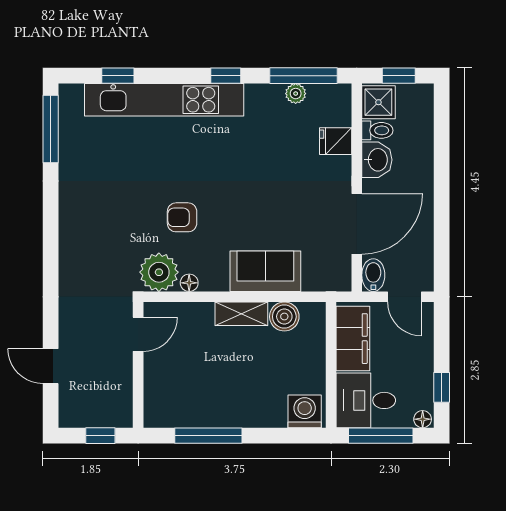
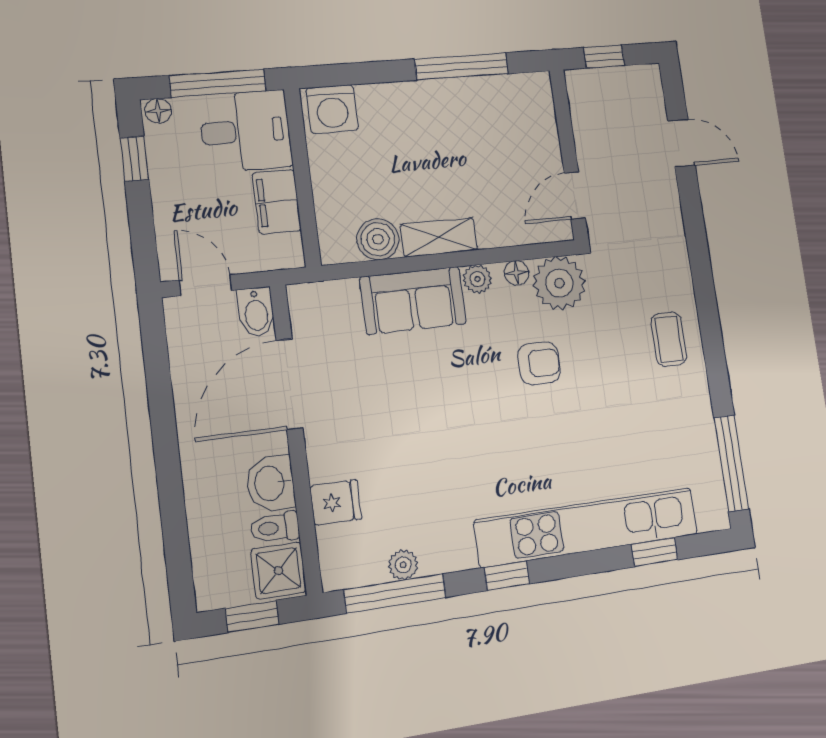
coffee table: (84, 223) -> (669, 339), added
plant: (218, 281) -> (477, 279), added
filing cabinet: (353, 339) -> (277, 202), width x0.67, depth x0.86

